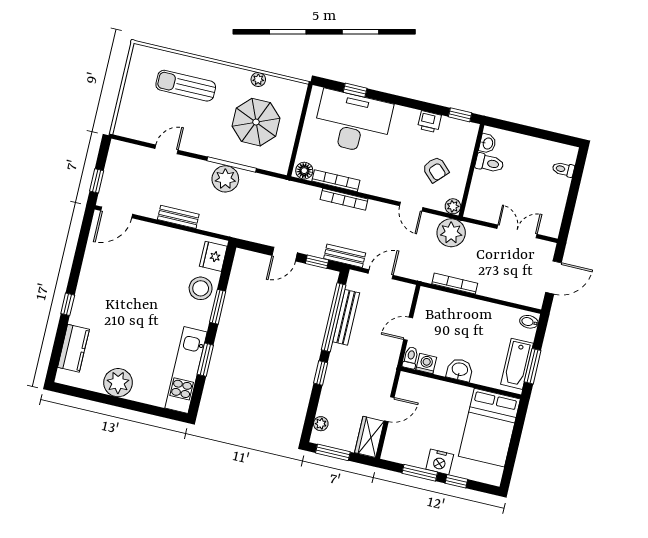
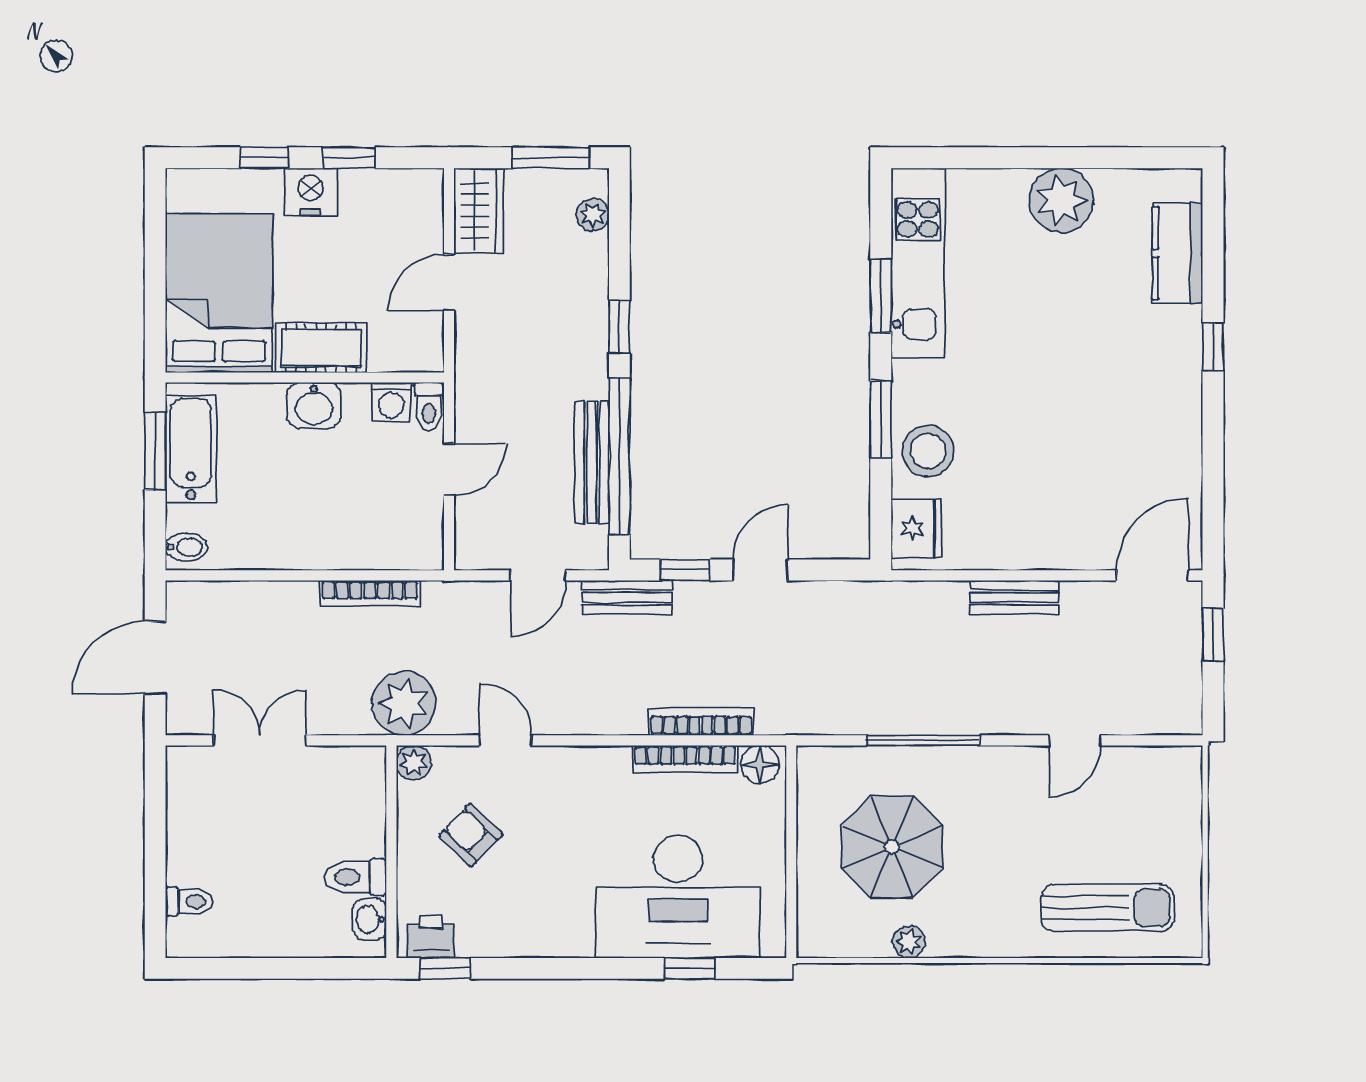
sun lounger: (186, 86) -> (1108, 908), moved
printer: (429, 122) -> (431, 937), moved
plant: (225, 179) -> (930, 705), removed
bookcase: (344, 199) -> (701, 722), moved
double door: (517, 231) -> (259, 740), swing flipped
cot: (451, 394) -> (321, 348), added
window: (420, 473) -> (349, 158), width x0.67

